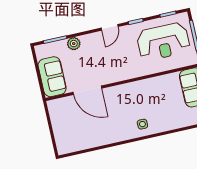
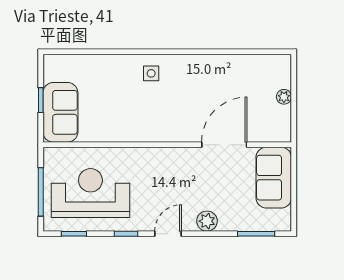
plant: (74, 44) -> (207, 221), moved
door: (87, 90) -> (224, 145), hinge flipped
plant: (57, 128) -> (284, 97), added

